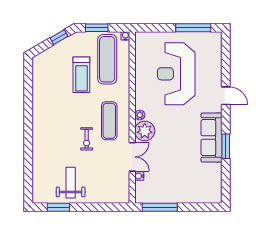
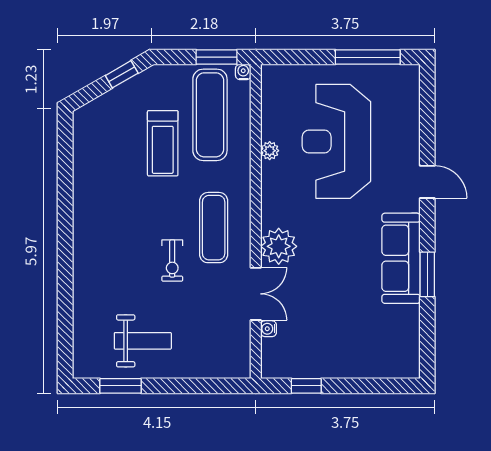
window: (97, 28) -> (216, 57), moved
plant: (140, 115) -> (270, 151), moved
weight bench: (71, 183) -> (143, 341), turned 90
window: (160, 207) -> (306, 386), width x0.46

